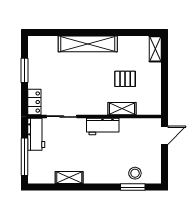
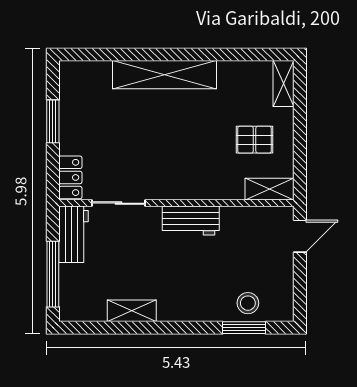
pallet: (125, 79) -> (255, 140), moved
shelving: (122, 109) -> (270, 189), moved

